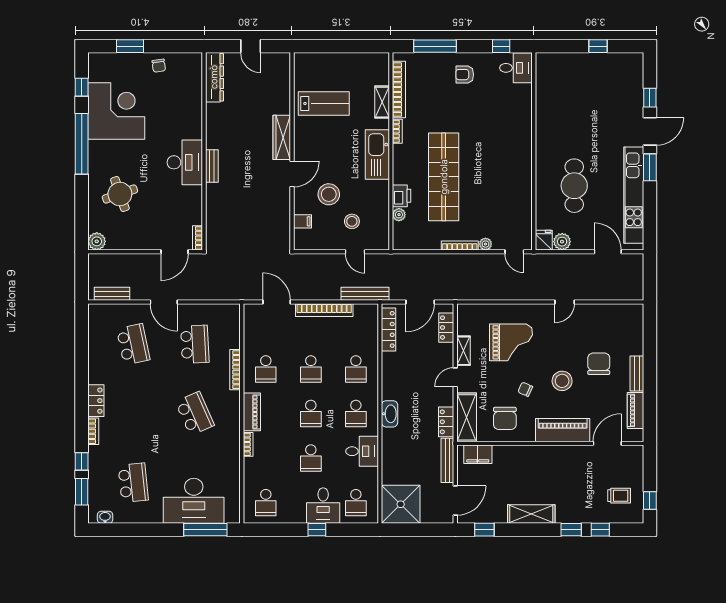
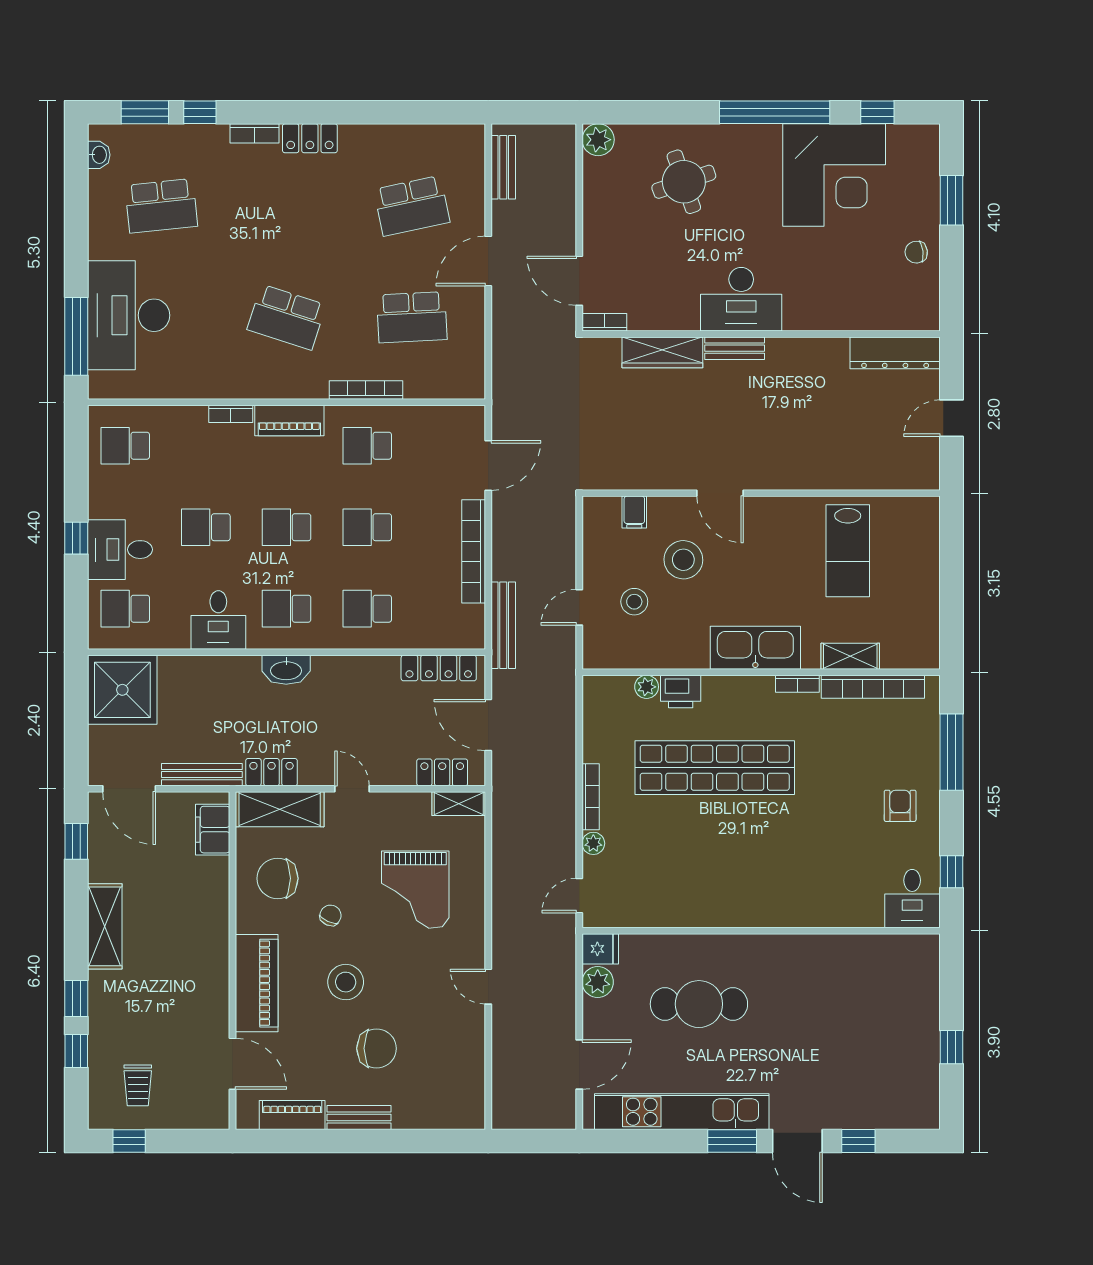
wardrobe: (282, 137) -> (662, 352), moved, turned 180
shelving: (463, 351) -> (459, 804), moved
school desk: (195, 414) -> (287, 317), turned 42

